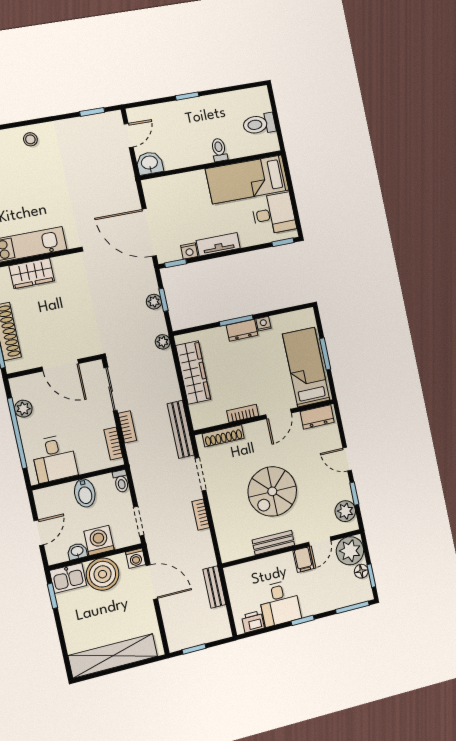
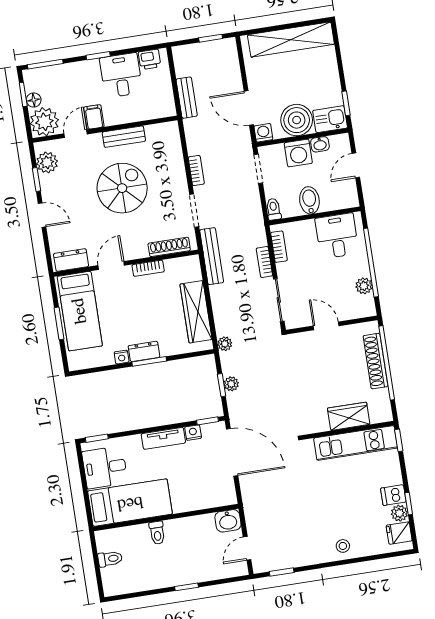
toilet: (259, 124) -> (110, 559), width x0.73, depth x0.72
door: (60, 365) -> (326, 326), width x0.73

